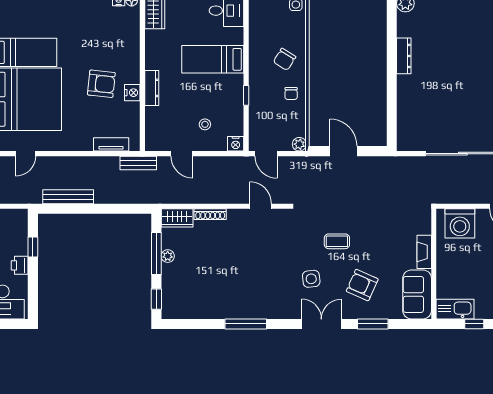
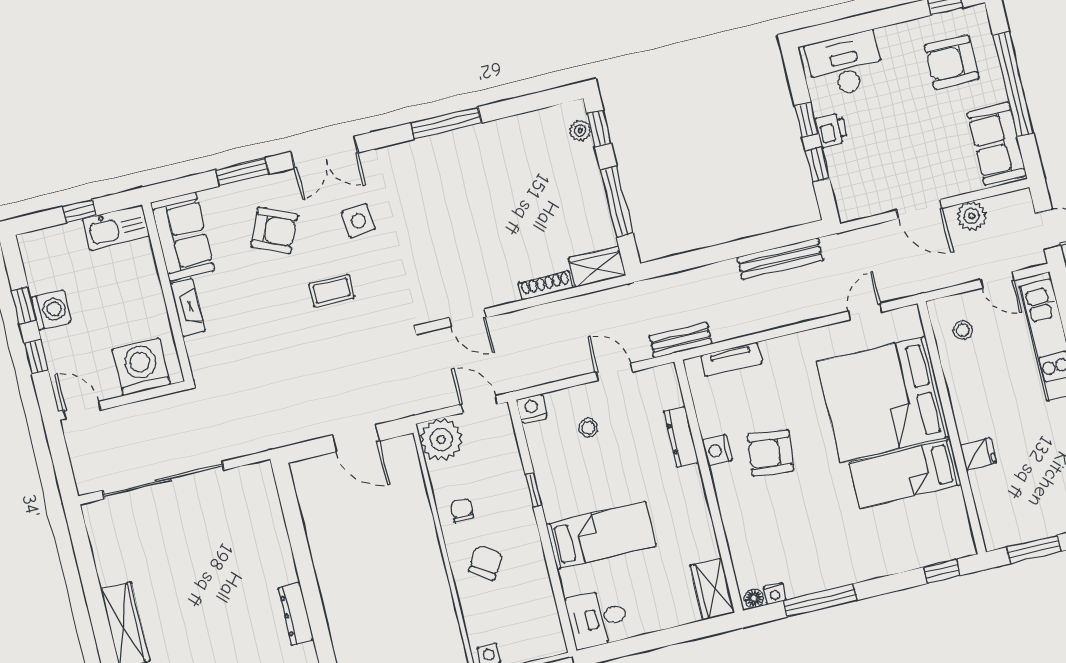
dresser: (152, 88) -> (681, 437), moved
plant: (299, 144) -> (441, 439), width x1.88, depth x1.88
plant: (168, 256) -> (580, 131), moved
window: (33, 275) -> (807, 120), added

